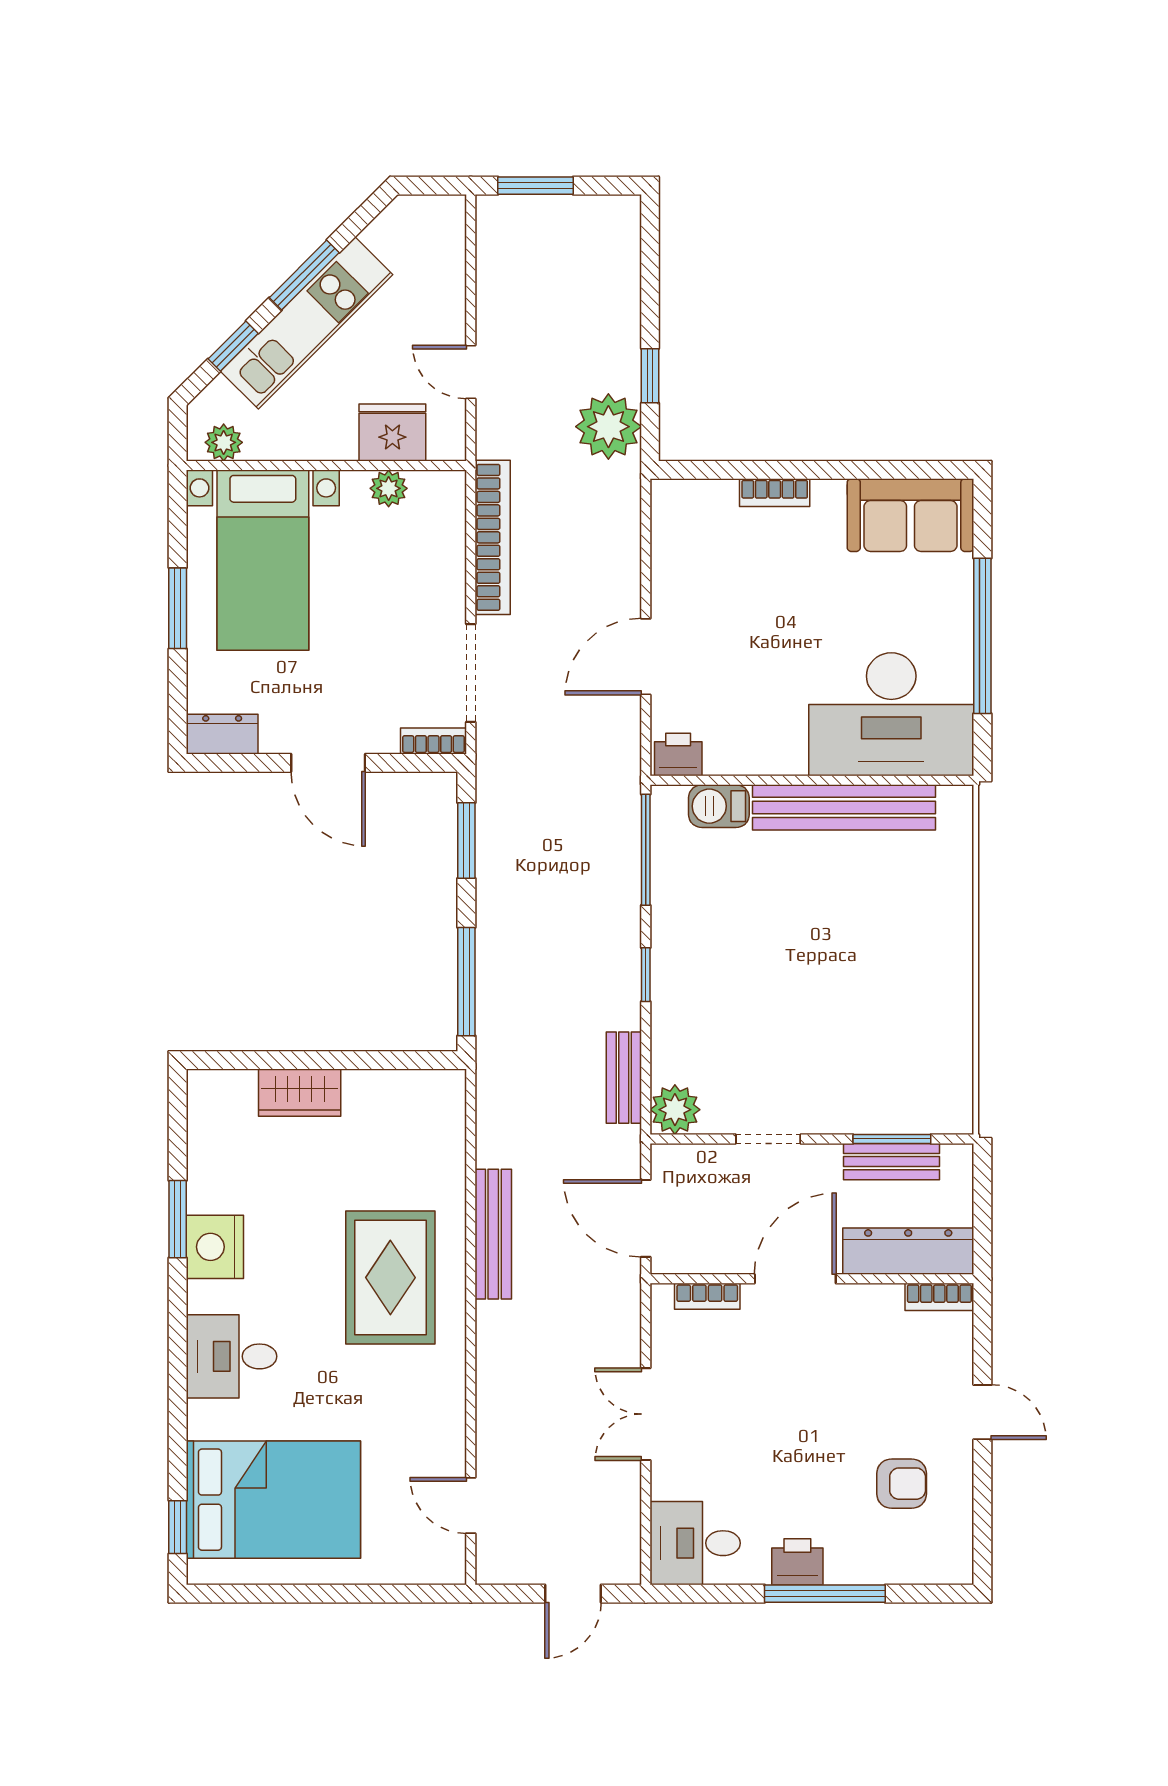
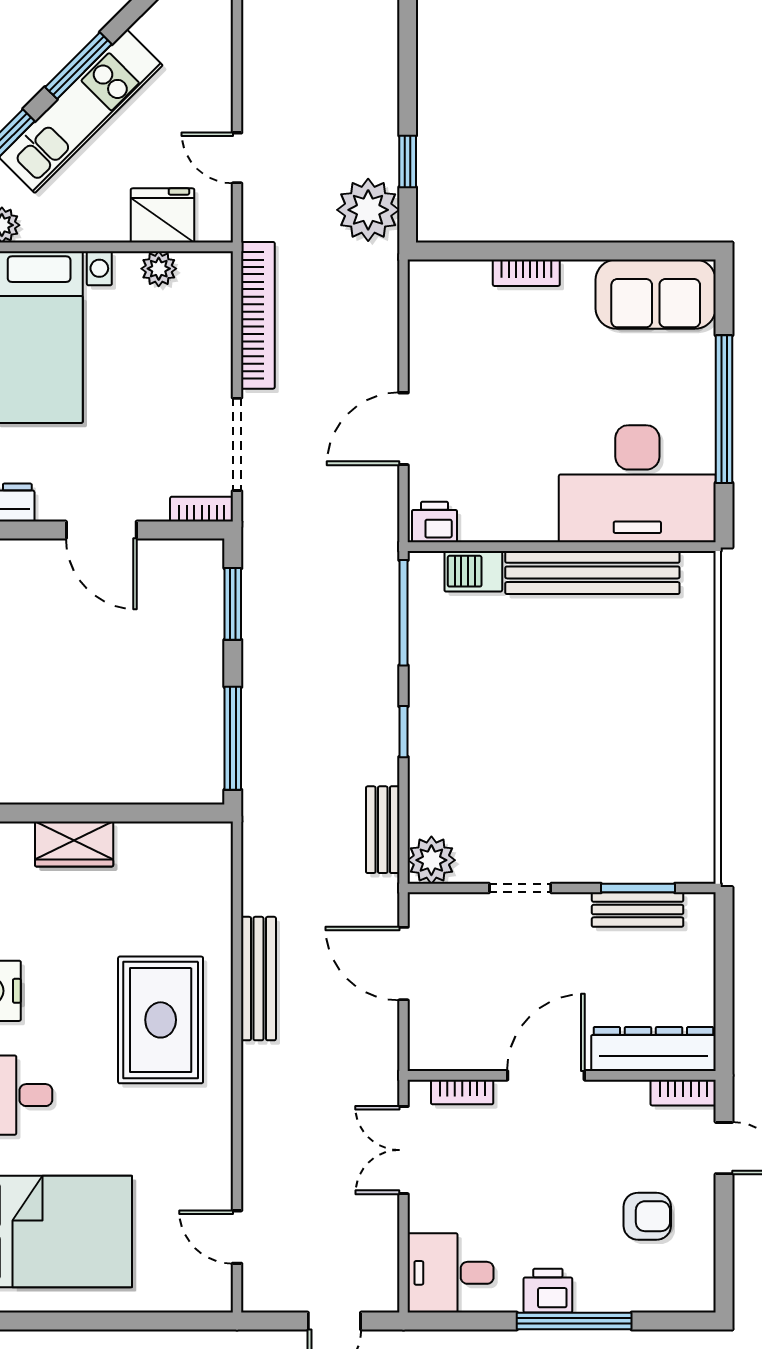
dresser: (908, 1251) -> (653, 1049), moved
door: (795, 1279) -> (546, 1075), moved
wall: (812, 1279) -> (562, 1075), moved
bookcase: (707, 1296) -> (462, 1092), moved
bookcase: (939, 1297) -> (683, 1093), moved

